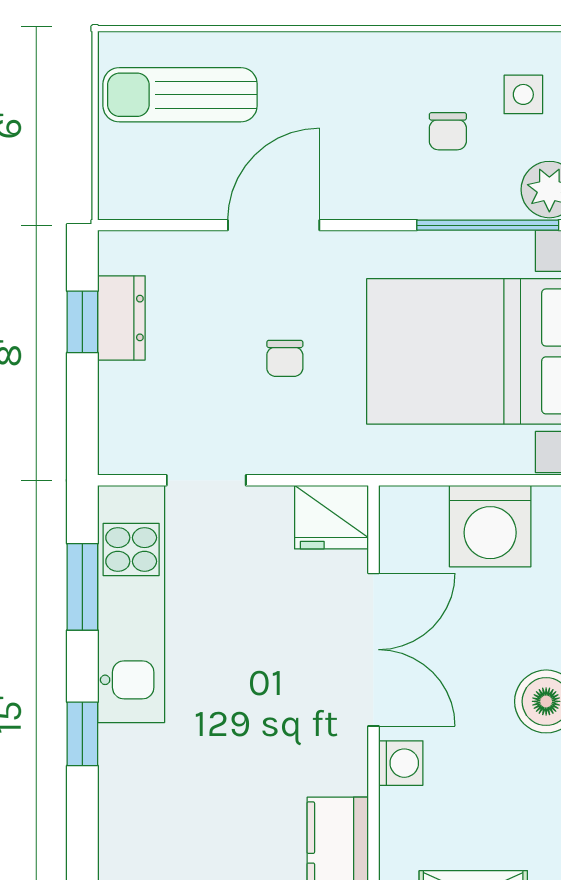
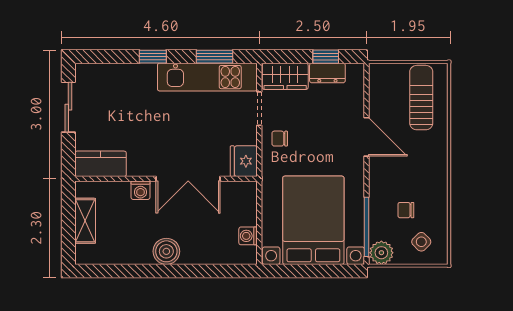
side table: (523, 94) -> (421, 242), turned 45
chair: (285, 358) -> (280, 139), moved
wardrobe: (129, 419) -> (285, 76), added
washing machine: (490, 526) -> (248, 236), width x0.53, depth x0.53

